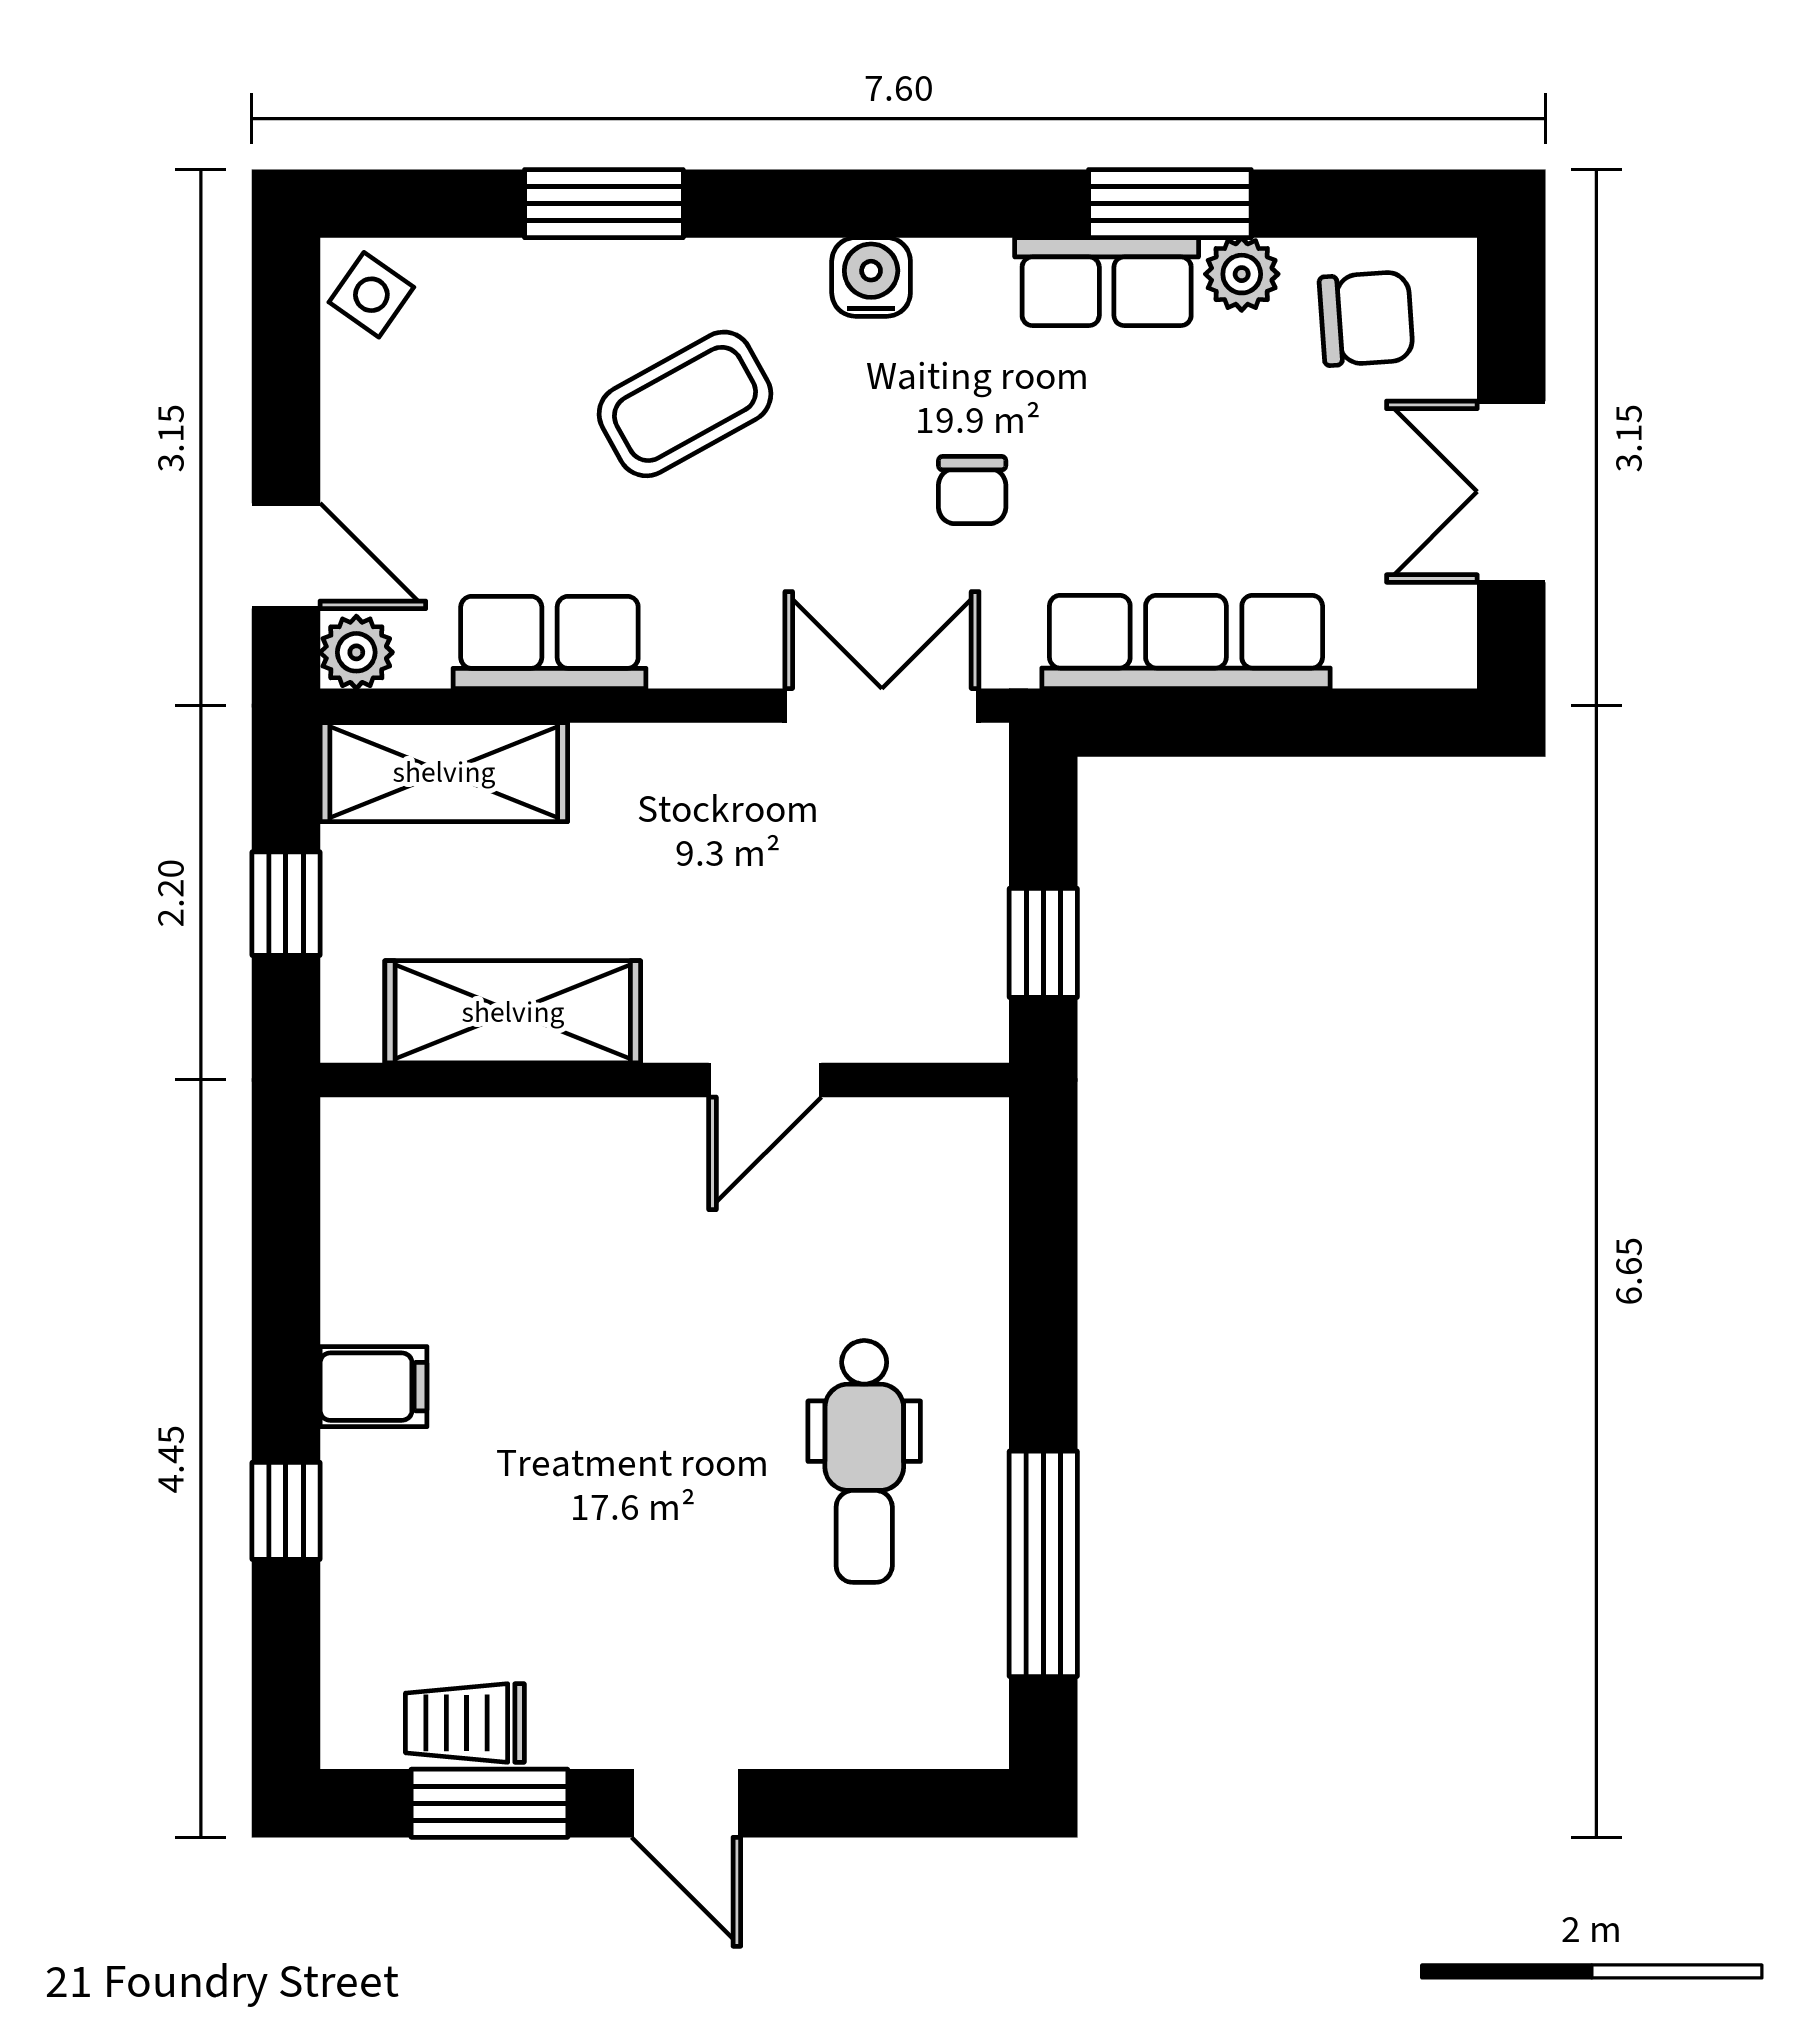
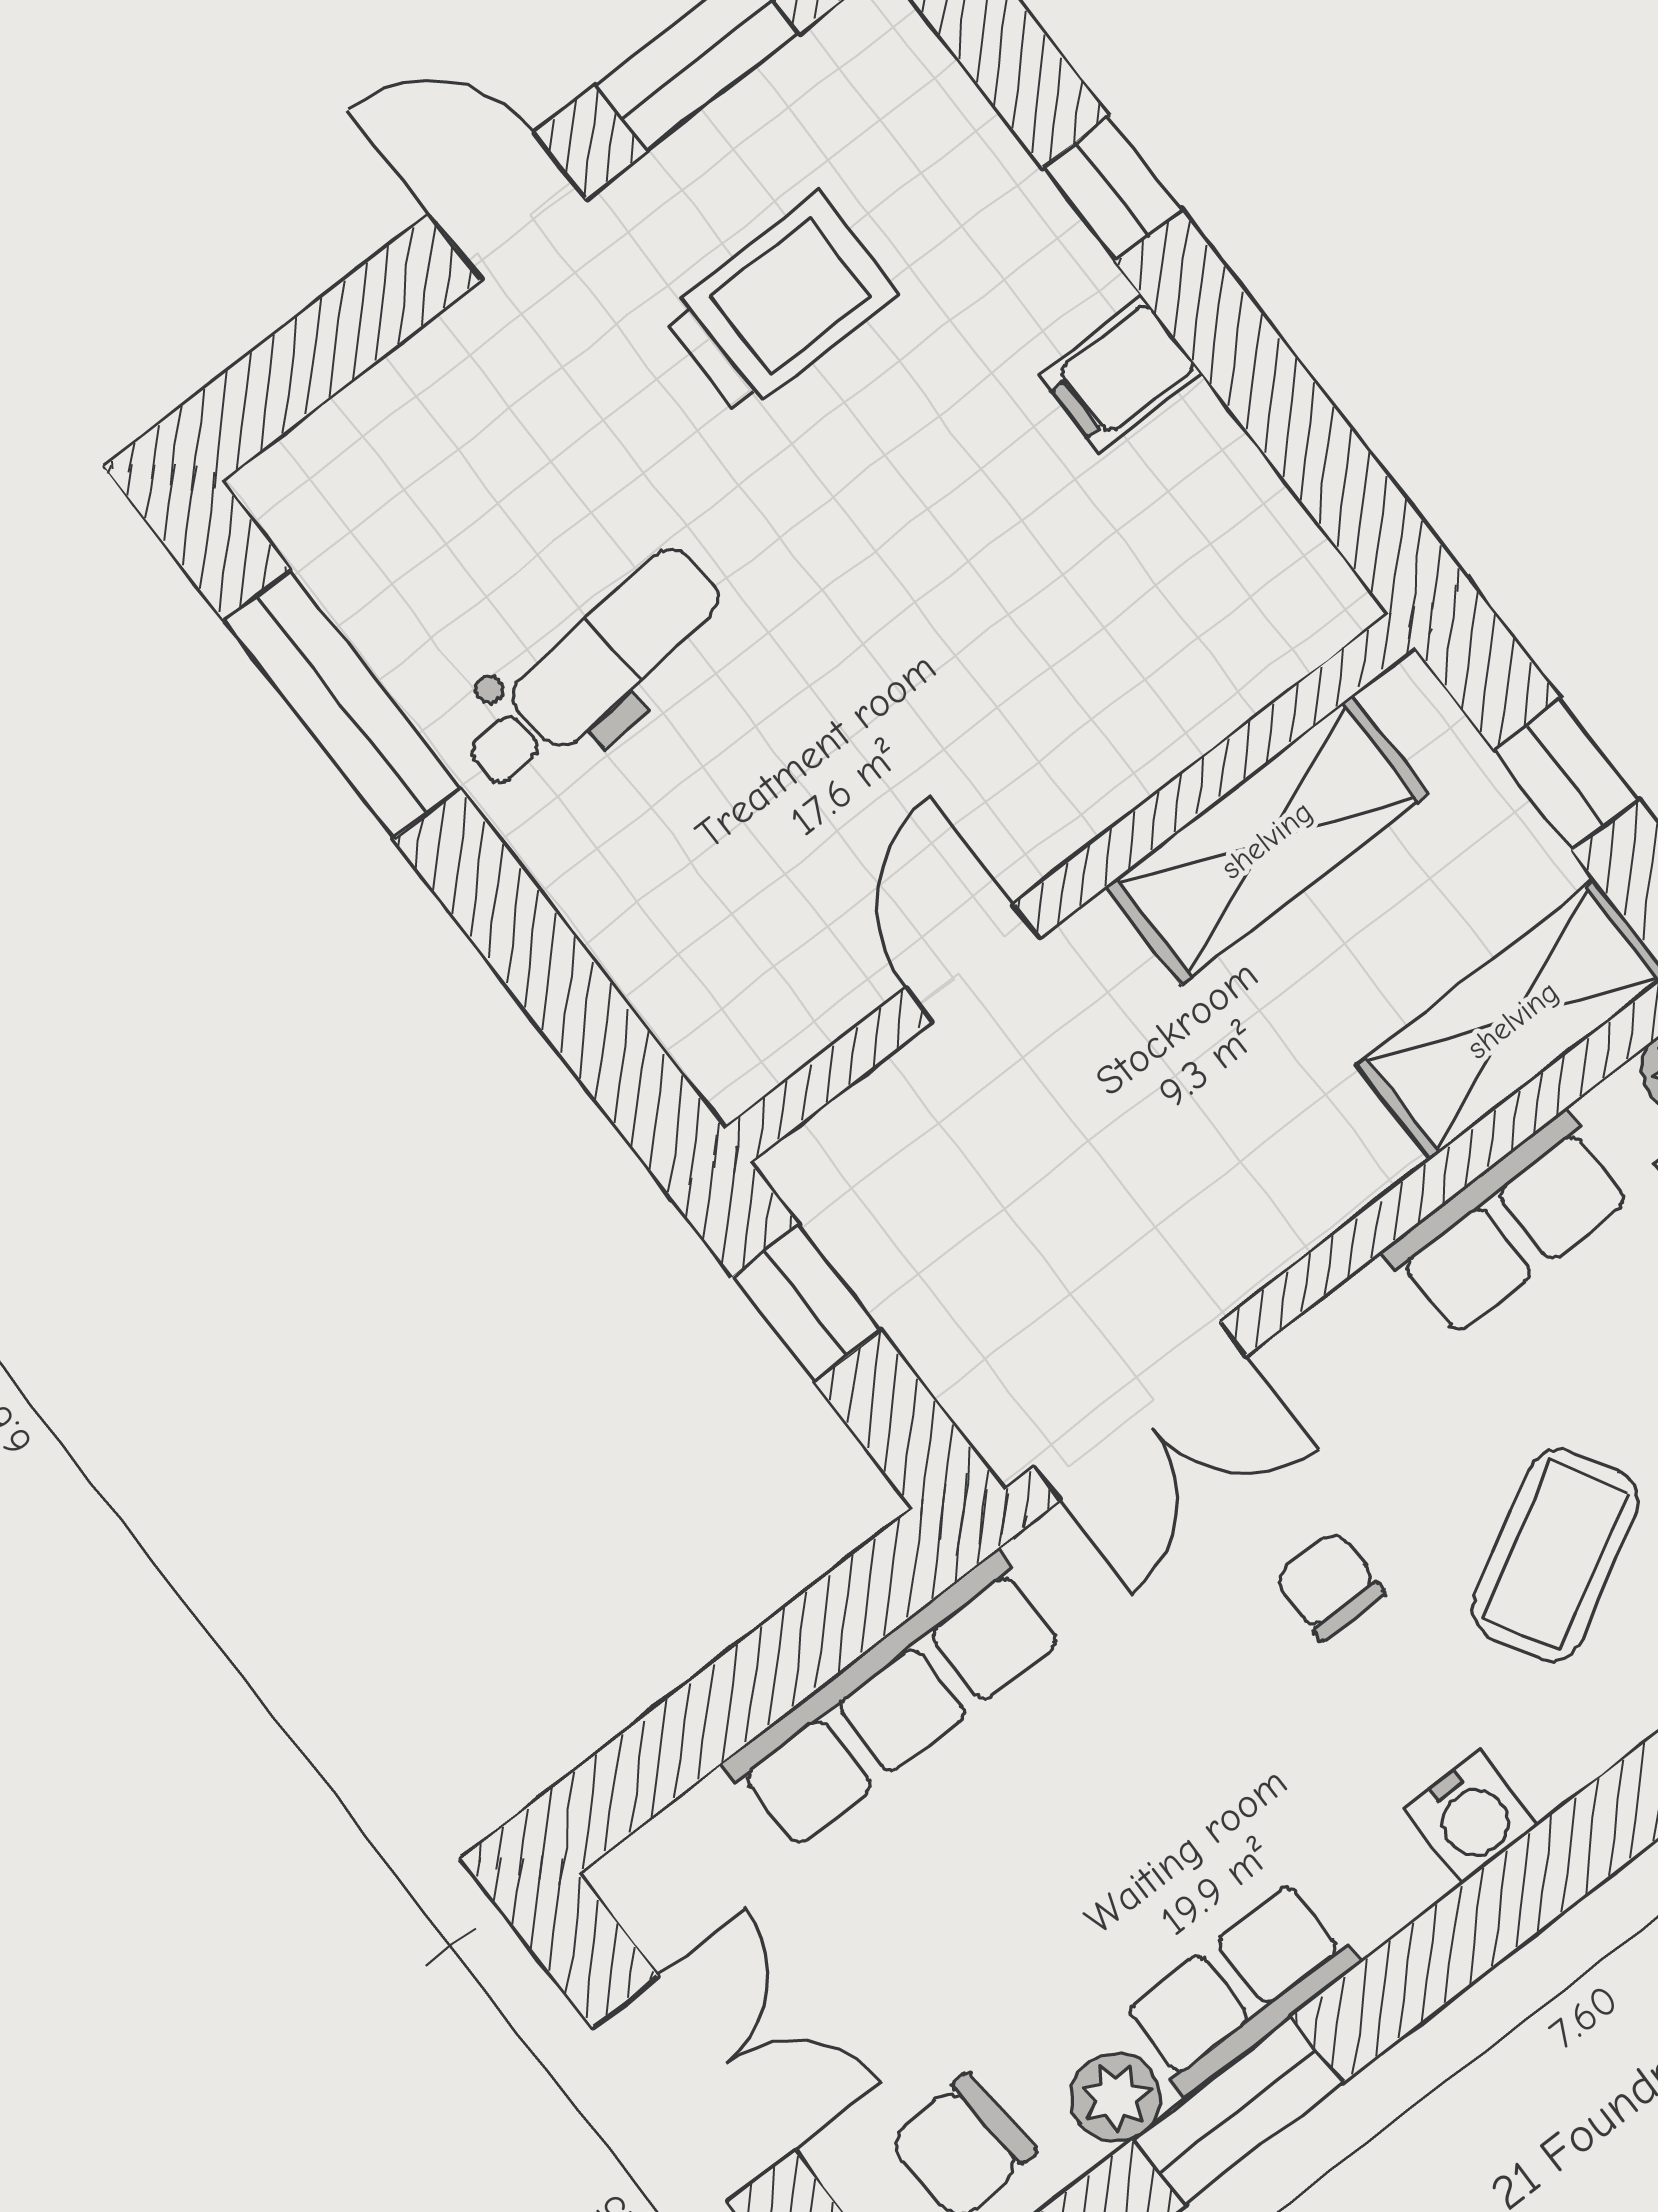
chair: (972, 490) -> (1329, 1586), moved
dental chair: (864, 1461) -> (591, 669), turned 85
trolley: (465, 1723) -> (779, 305), moved, width x1.36, depth x1.39

